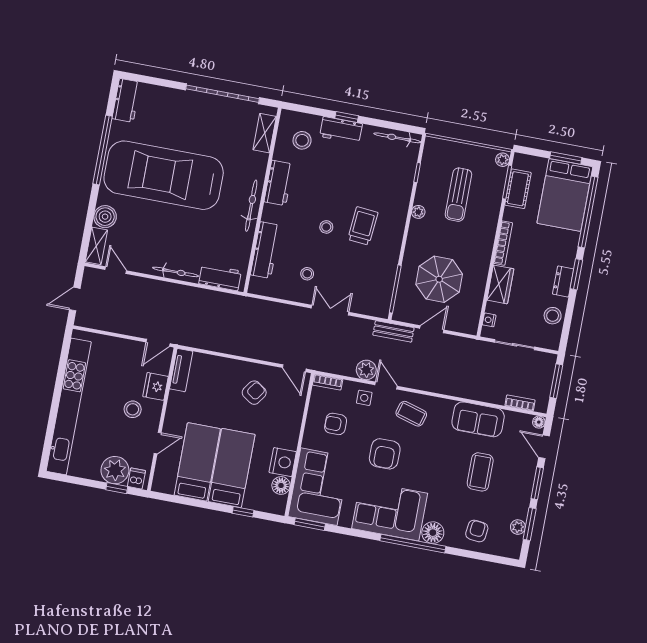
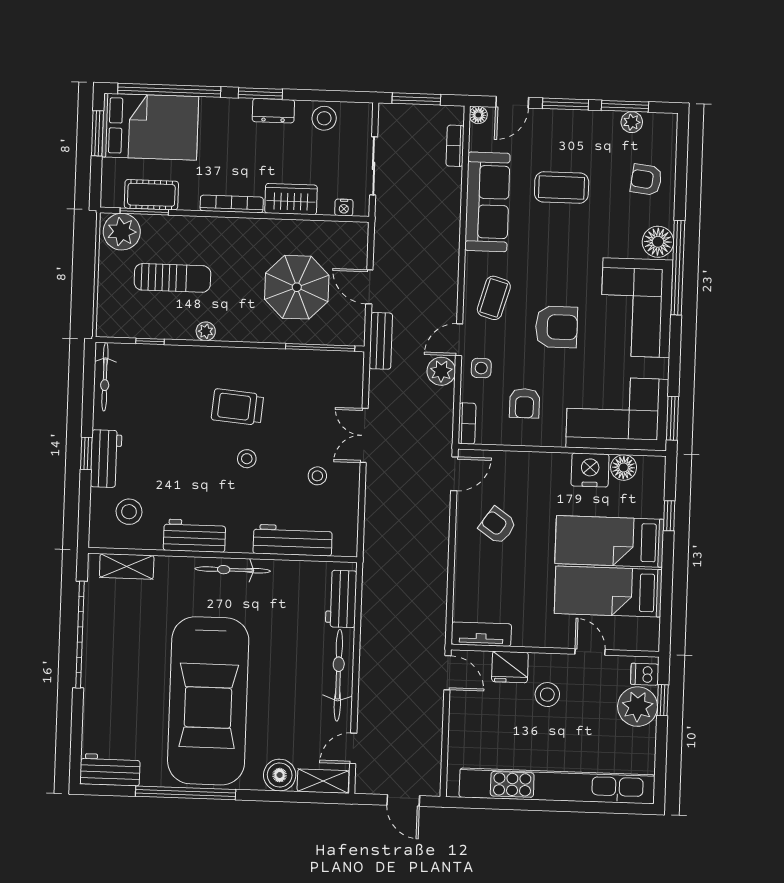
plant: (503, 160) -> (122, 232), width x1.87, depth x1.87
bicycle: (176, 272) -> (338, 675), width x1.37, depth x1.40
sofa: (478, 419) -> (487, 202), width x1.36

